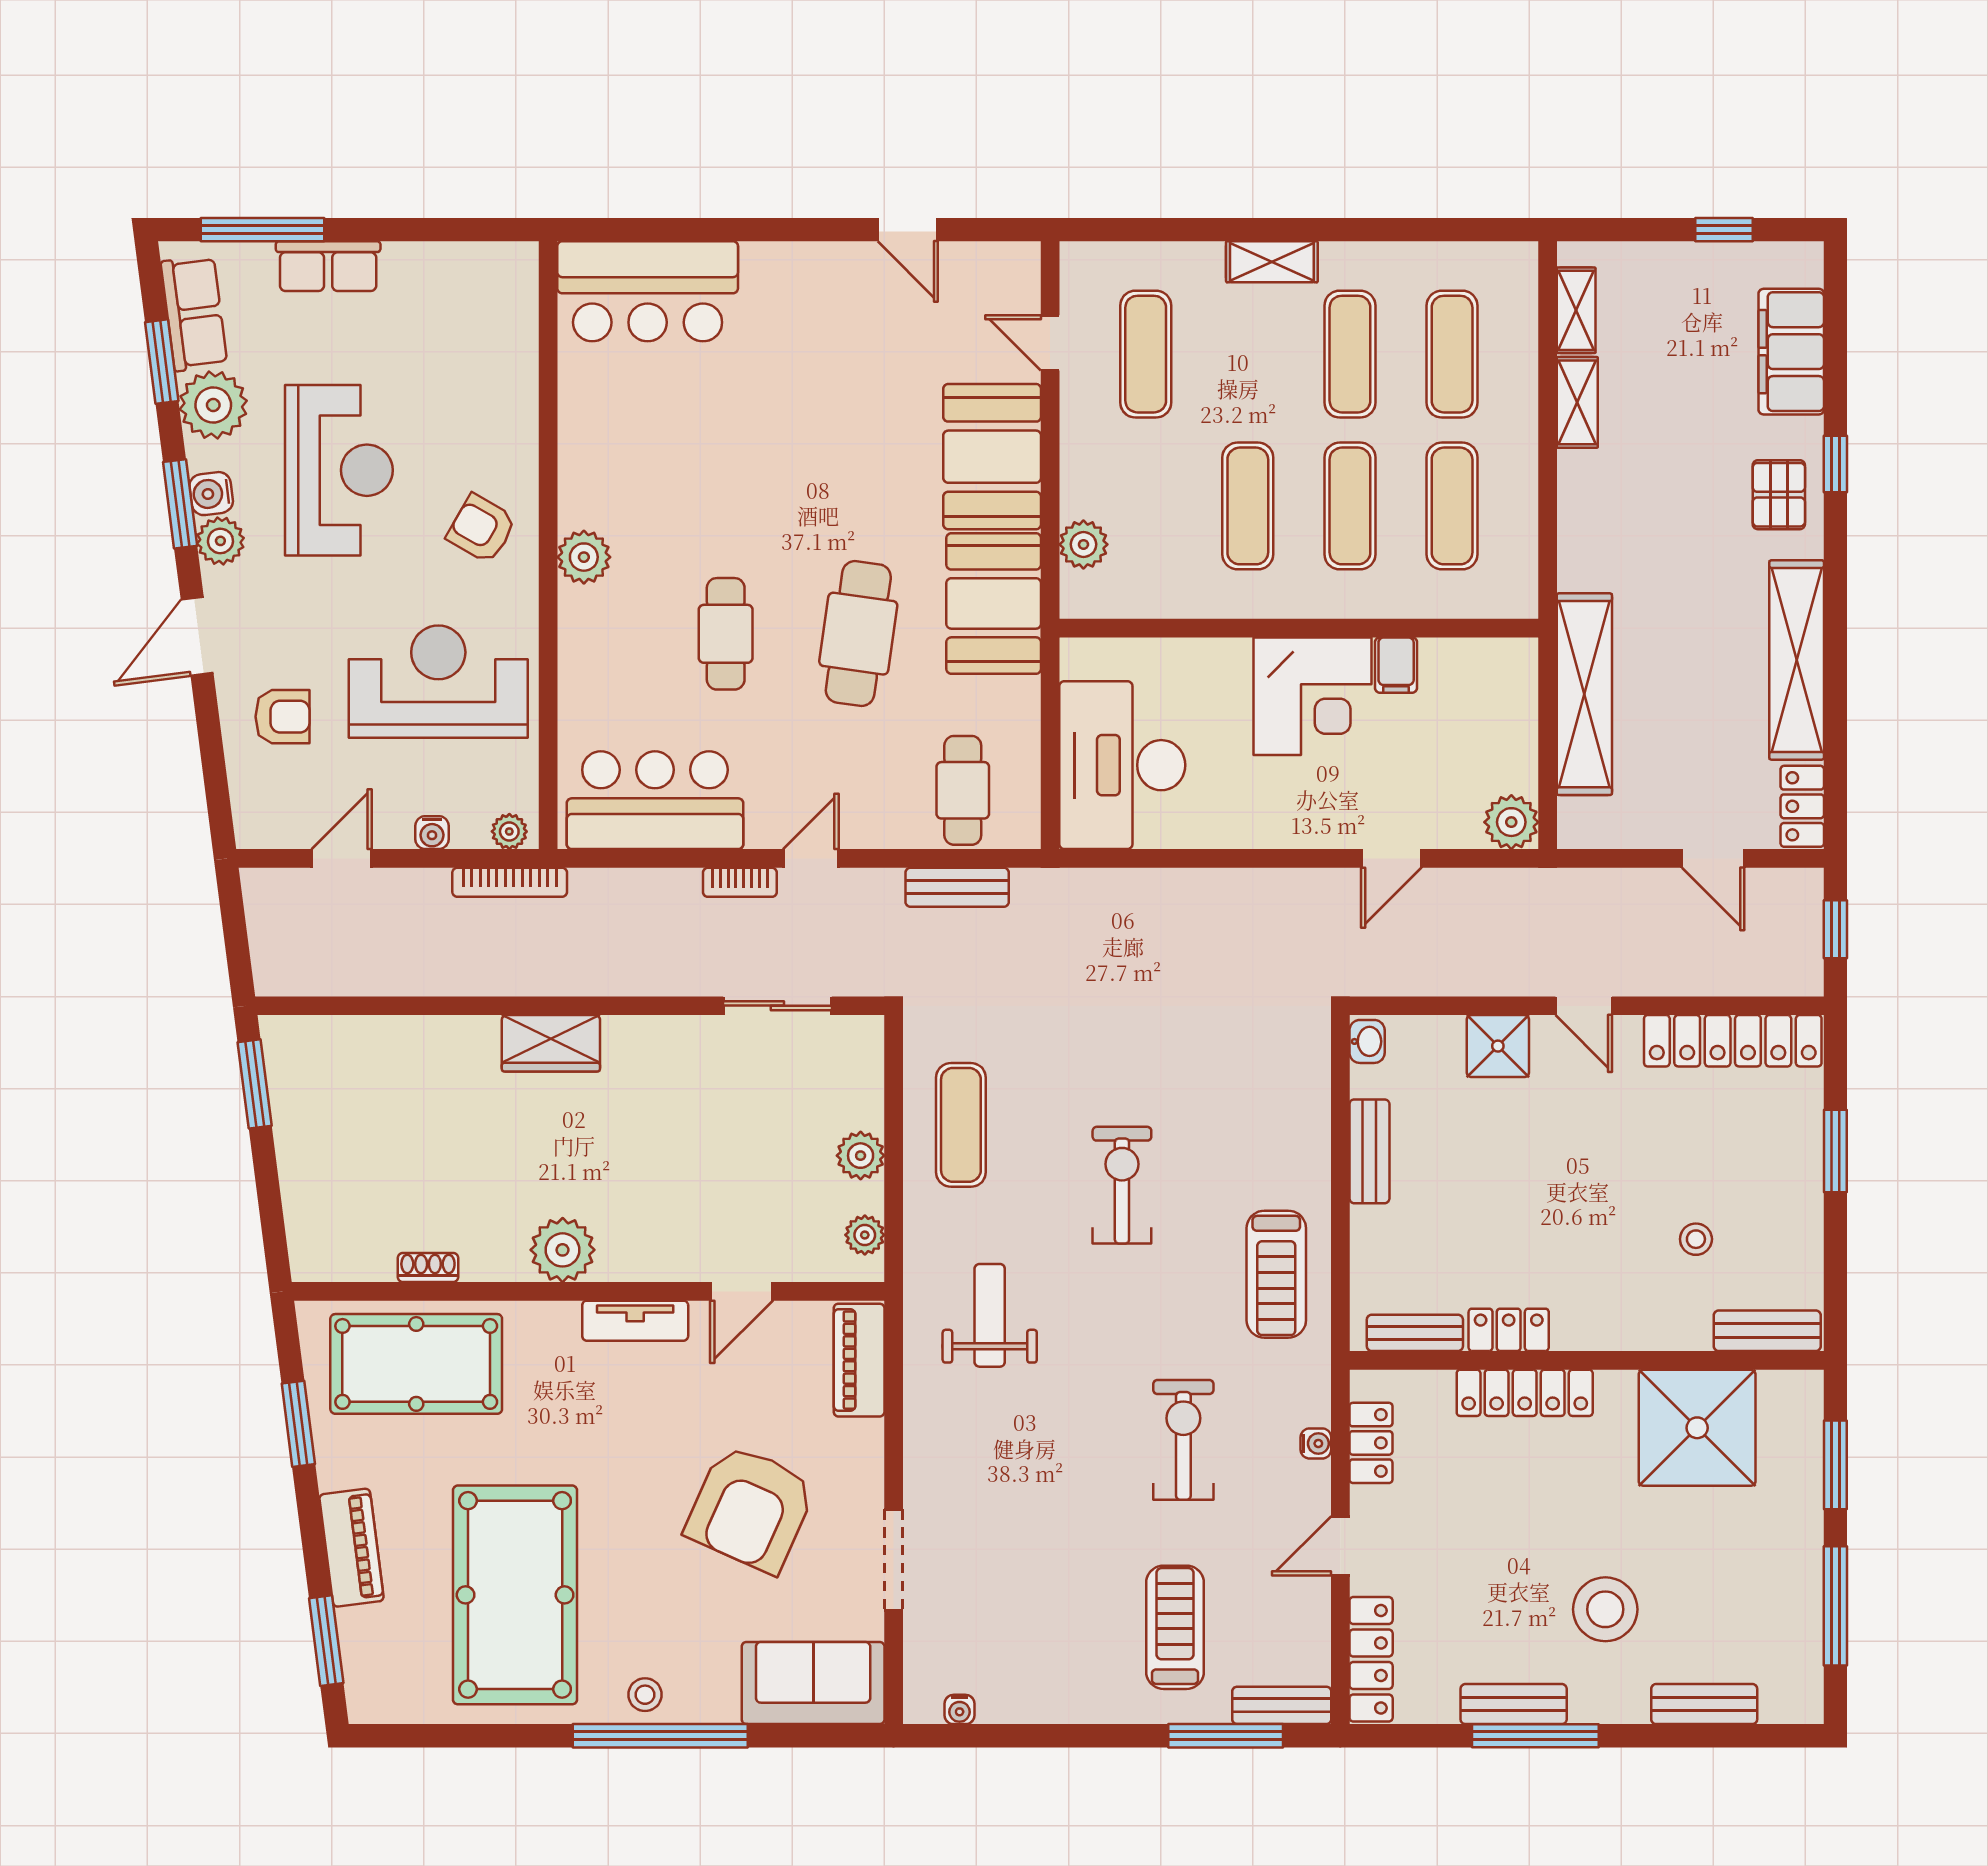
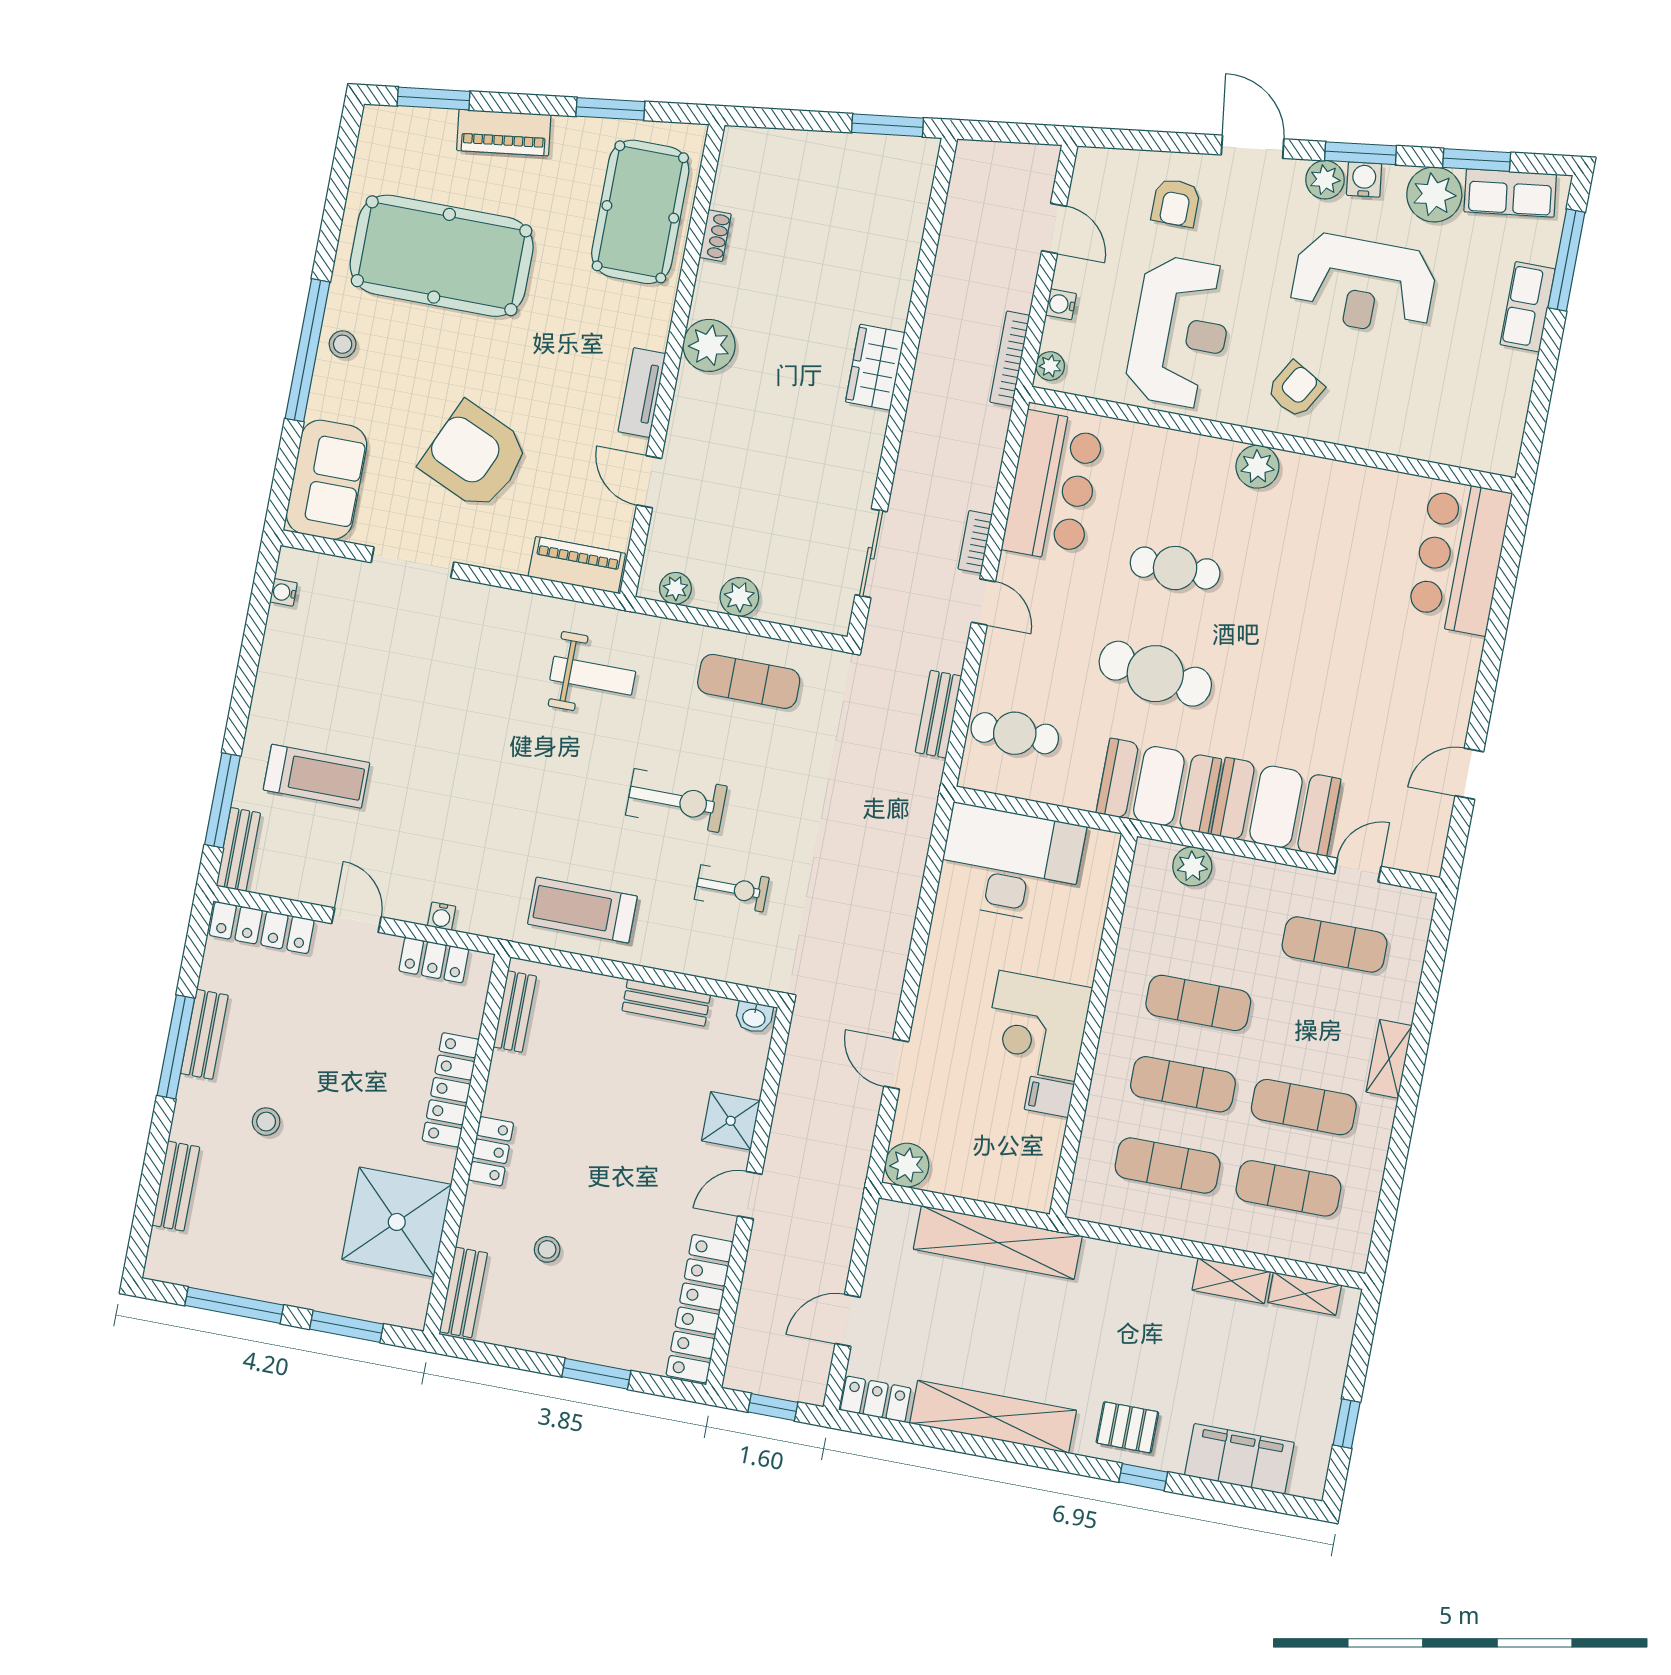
locker: (1509, 1330) -> (491, 1151), moved
exercise bike: (1183, 1440) -> (732, 888), moved, width x0.73, depth x0.72
stool: (1605, 1609) -> (266, 1122), width x0.53, depth x0.53

